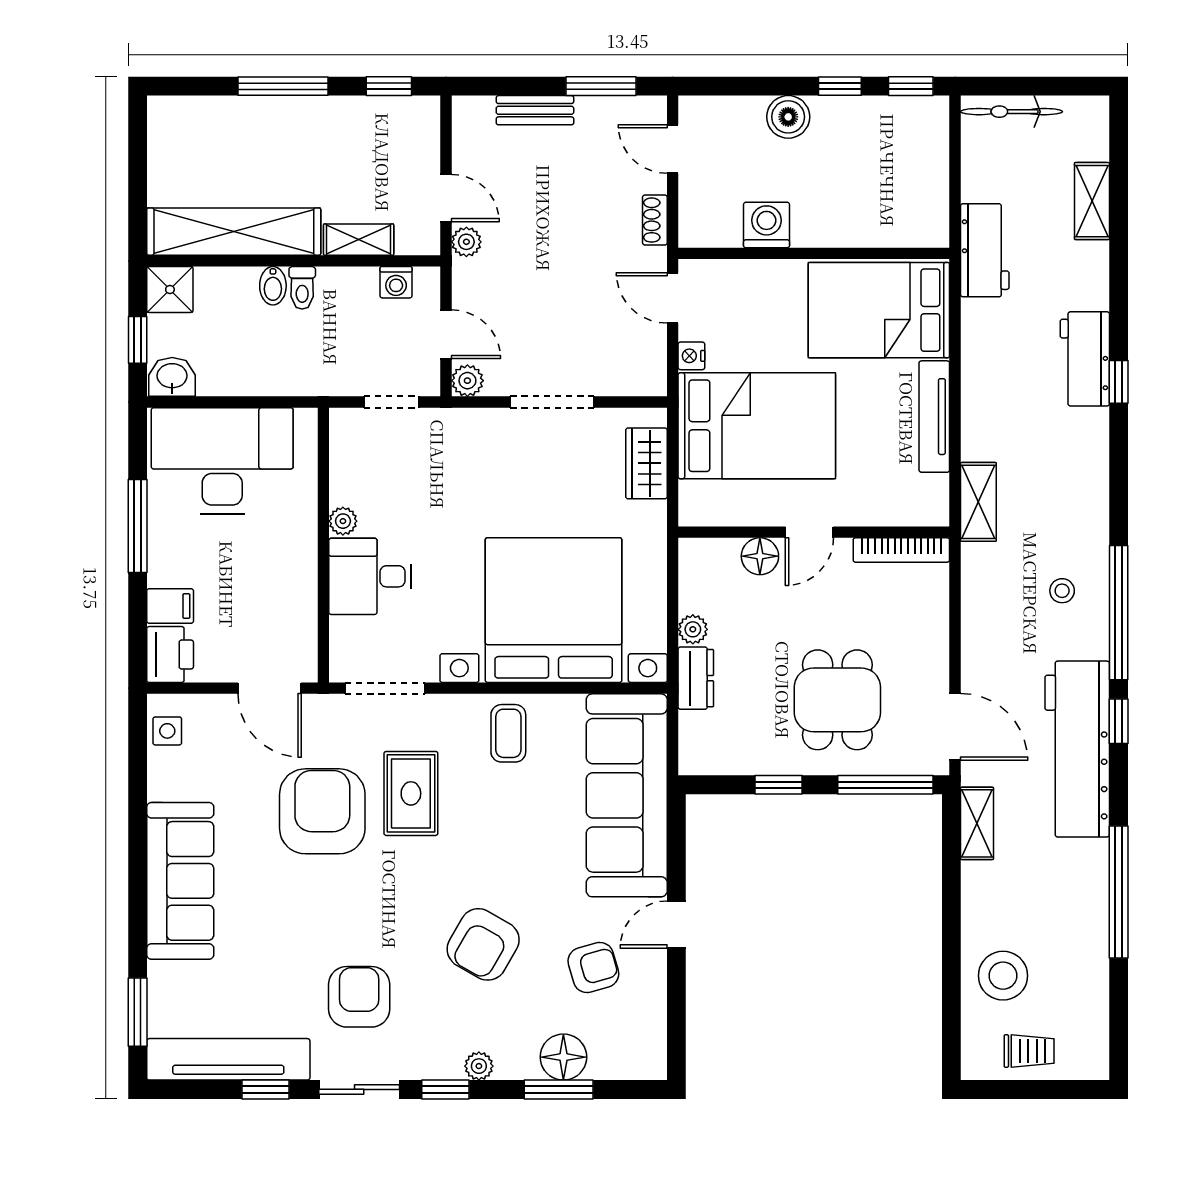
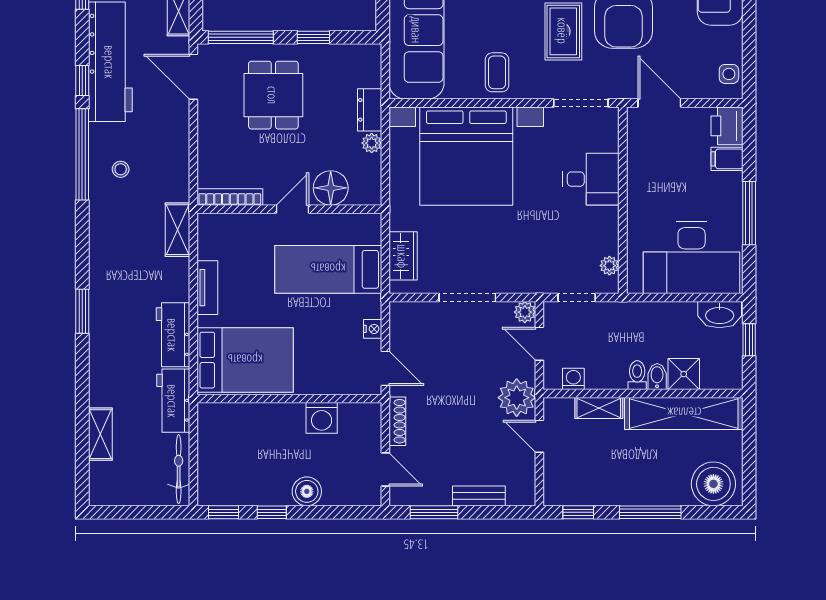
bicycle: (1012, 112) -> (179, 469), moved, turned -90
boiler: (190, 128) -> (713, 484), added
shoe rack: (655, 220) -> (397, 421), width x1.43
plant: (466, 242) -> (517, 398), width x1.88, depth x1.88
shower: (170, 289) -> (684, 374), moved
workbench: (1085, 359) -> (173, 335), moved, turned 180
washbasin: (172, 377) -> (720, 315), width x1.38
window: (1119, 382) -> (82, 311), width x1.50
tv unit: (934, 417) -> (207, 288), width x0.71
bed: (757, 426) -> (328, 269), width x0.67
plant: (343, 521) -> (609, 266), moved
floor lamp: (760, 556) -> (331, 188), width x1.38, depth x1.38

